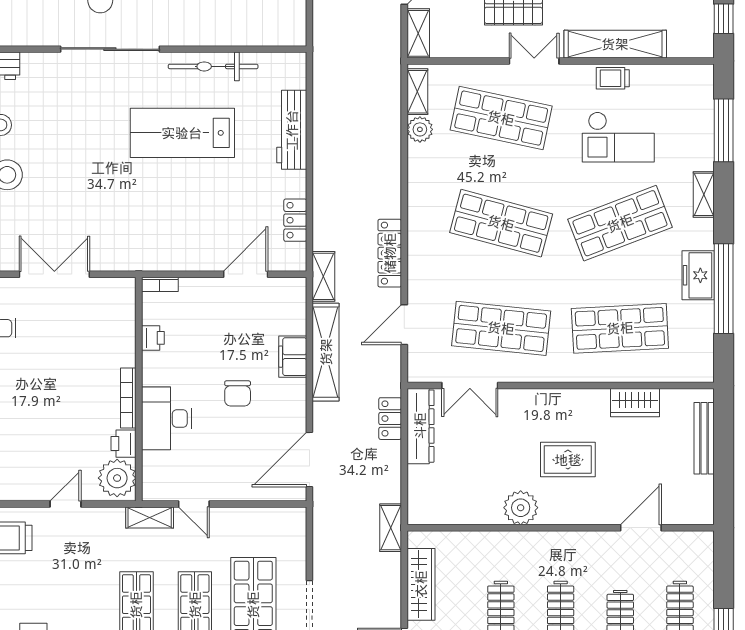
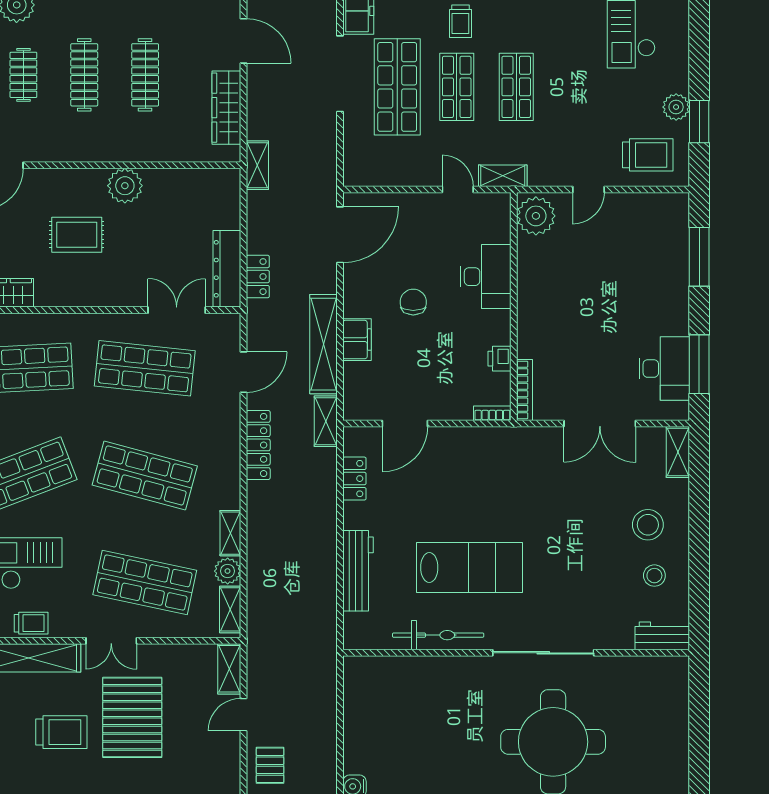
shelving: (417, 167) -> (230, 533), added
bookcase: (128, 398) -> (525, 390), moved
printer: (124, 444) -> (529, 251), removed

